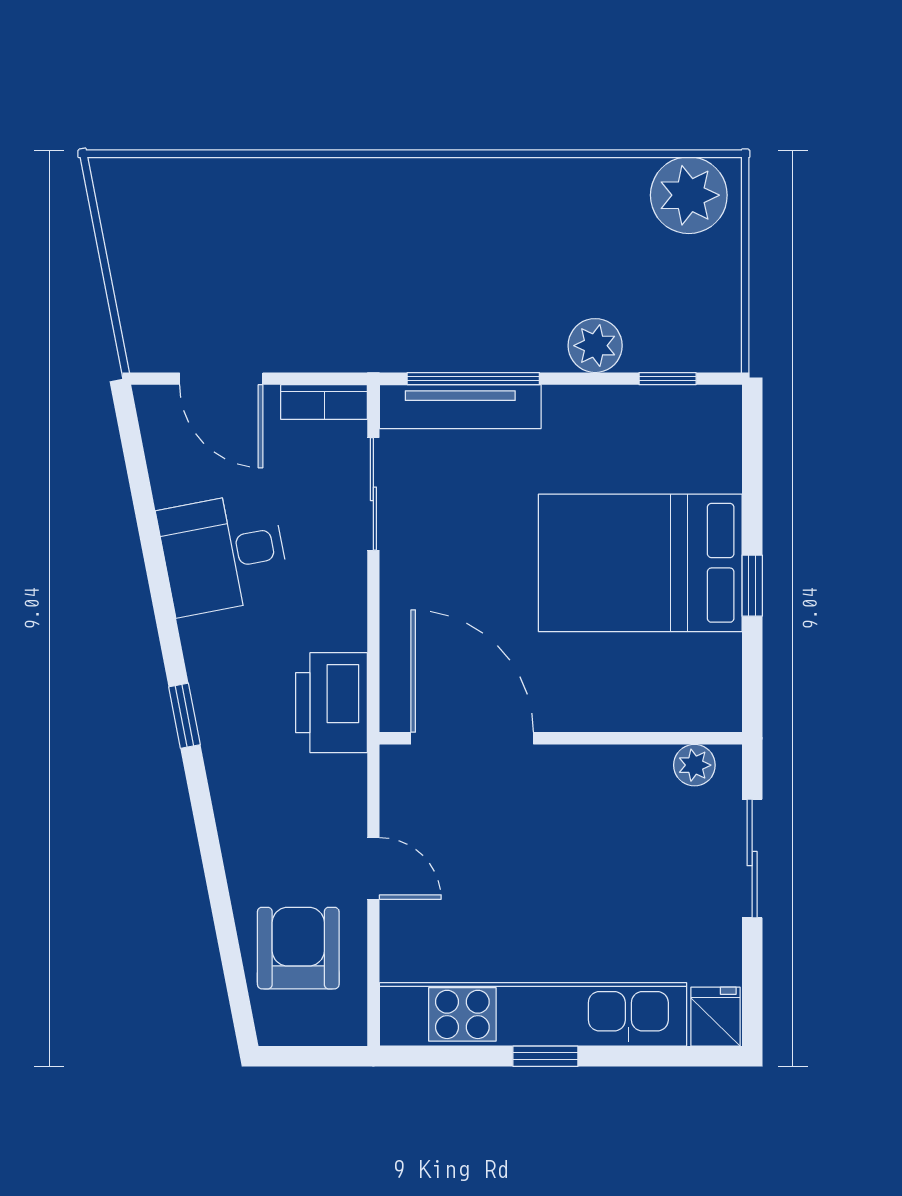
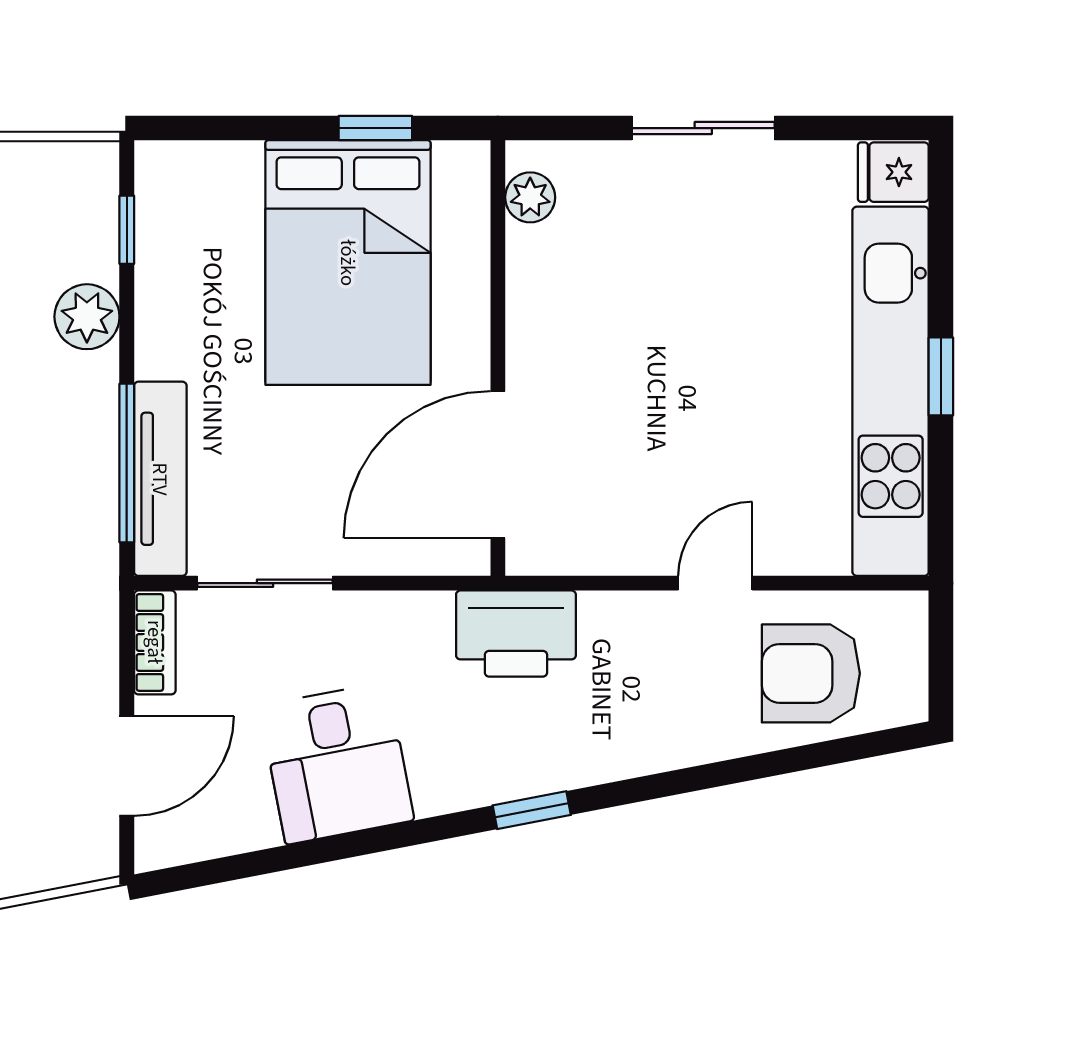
door: (472, 738) -> (498, 465), moved
wall: (561, 738) -> (498, 358), moved
plant: (694, 765) -> (530, 197), moved

